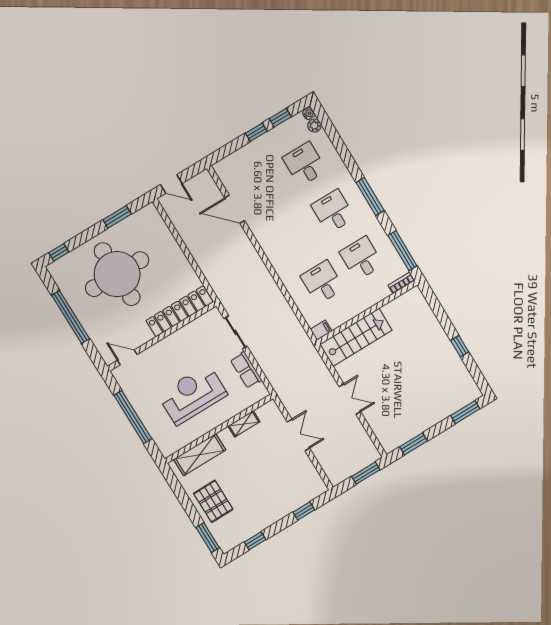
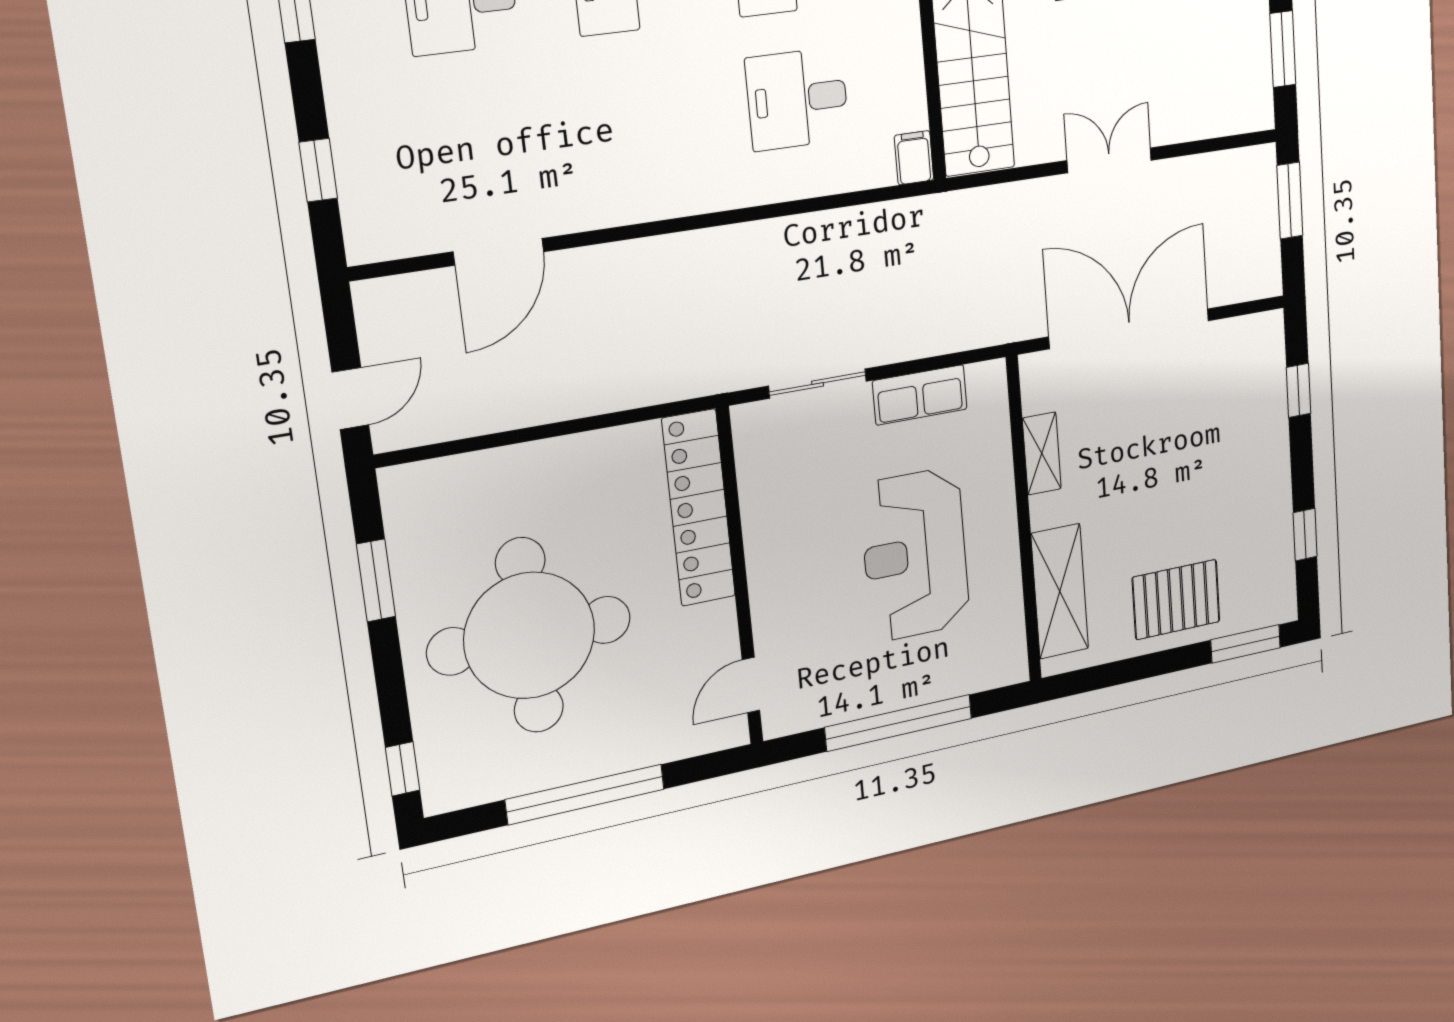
window: (256, 132) -> (318, 170), moved
double door: (298, 435) -> (1130, 329), width x1.87

